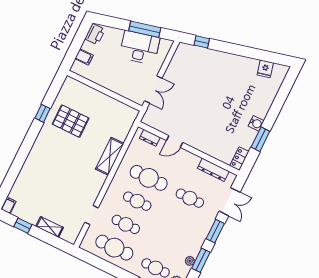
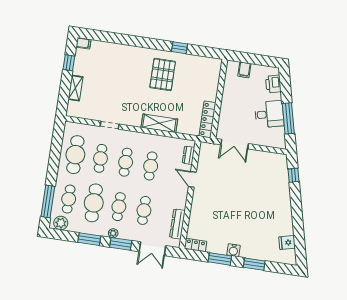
printer: (95, 34) -> (273, 84), moved, turned 76
desk: (140, 48) -> (269, 114), width x0.73
window: (276, 107) -> (254, 264), added
locker: (121, 108) -> (207, 119), added
pallet: (71, 121) -> (163, 74), moved
cafe table: (149, 178) -> (151, 166), width x0.73, depth x0.74
doorway: (91, 215) -> (110, 125), moved
cafe table: (178, 221) -> (119, 207), added
cafe table: (167, 245) -> (94, 203), added
plant: (190, 261) -> (113, 233), moved

